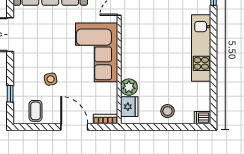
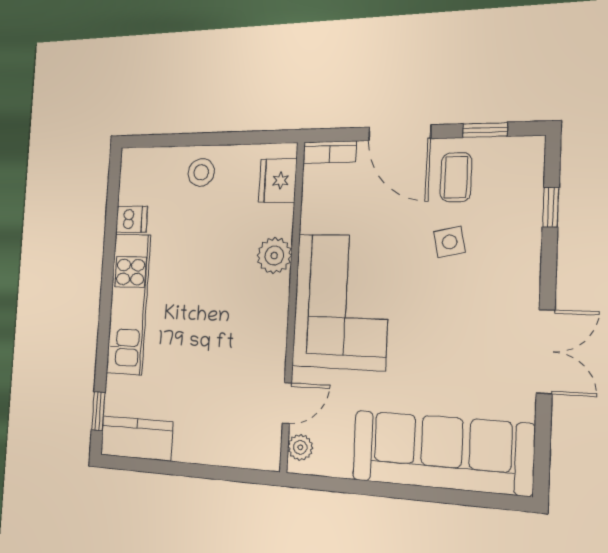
plant: (129, 87) -> (274, 256), moved
coffee table: (36, 111) -> (456, 177), moved
dishwasher: (202, 118) -> (132, 219), moved
window: (38, 127) -> (485, 130), added

